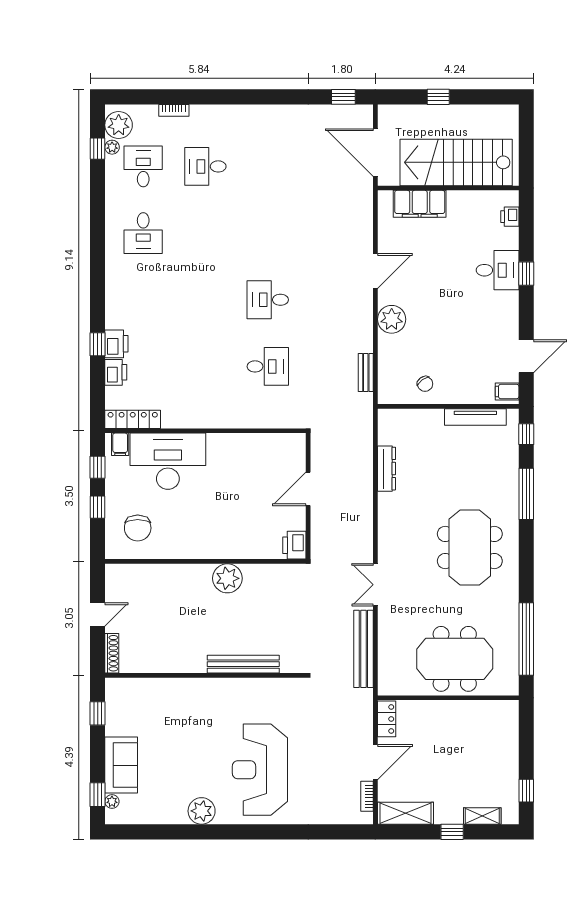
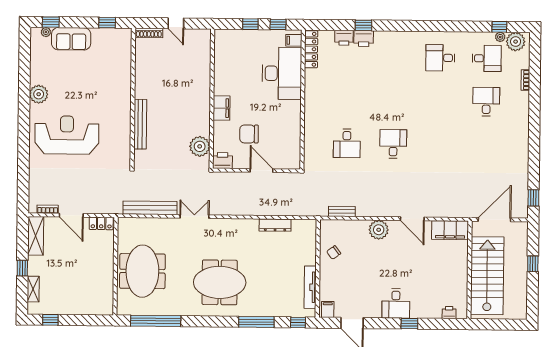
filing cabinet: (420, 204) -> (450, 230), moved, turned -90
desk: (498, 270) -> (396, 303), moved
chair: (138, 528) -> (249, 134), moved
filing cabinet: (219, 547) -> (222, 108), added
plant: (227, 578) -> (200, 146), moved

